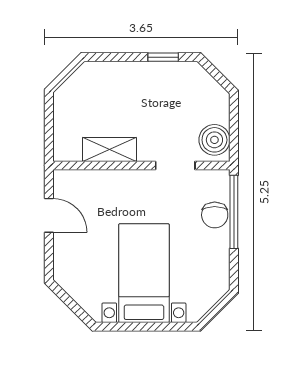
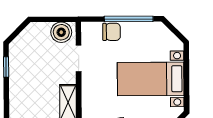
window: (234, 212) -> (129, 19), moved

